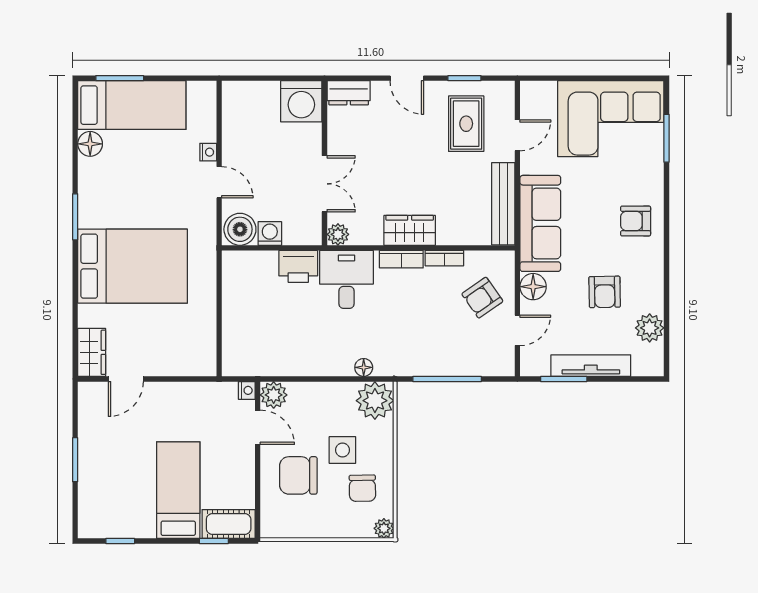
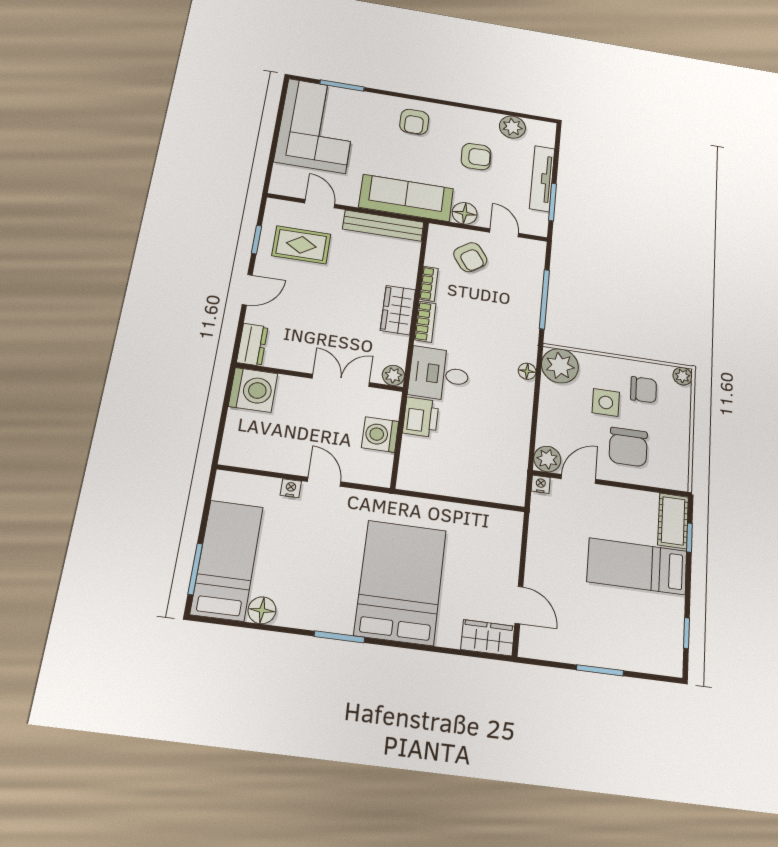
door: (219, 182) -> (324, 482), hinge flipped
boiler: (240, 229) -> (376, 468), removed
washing machine: (270, 233) -> (380, 435), width x1.38, depth x1.38

